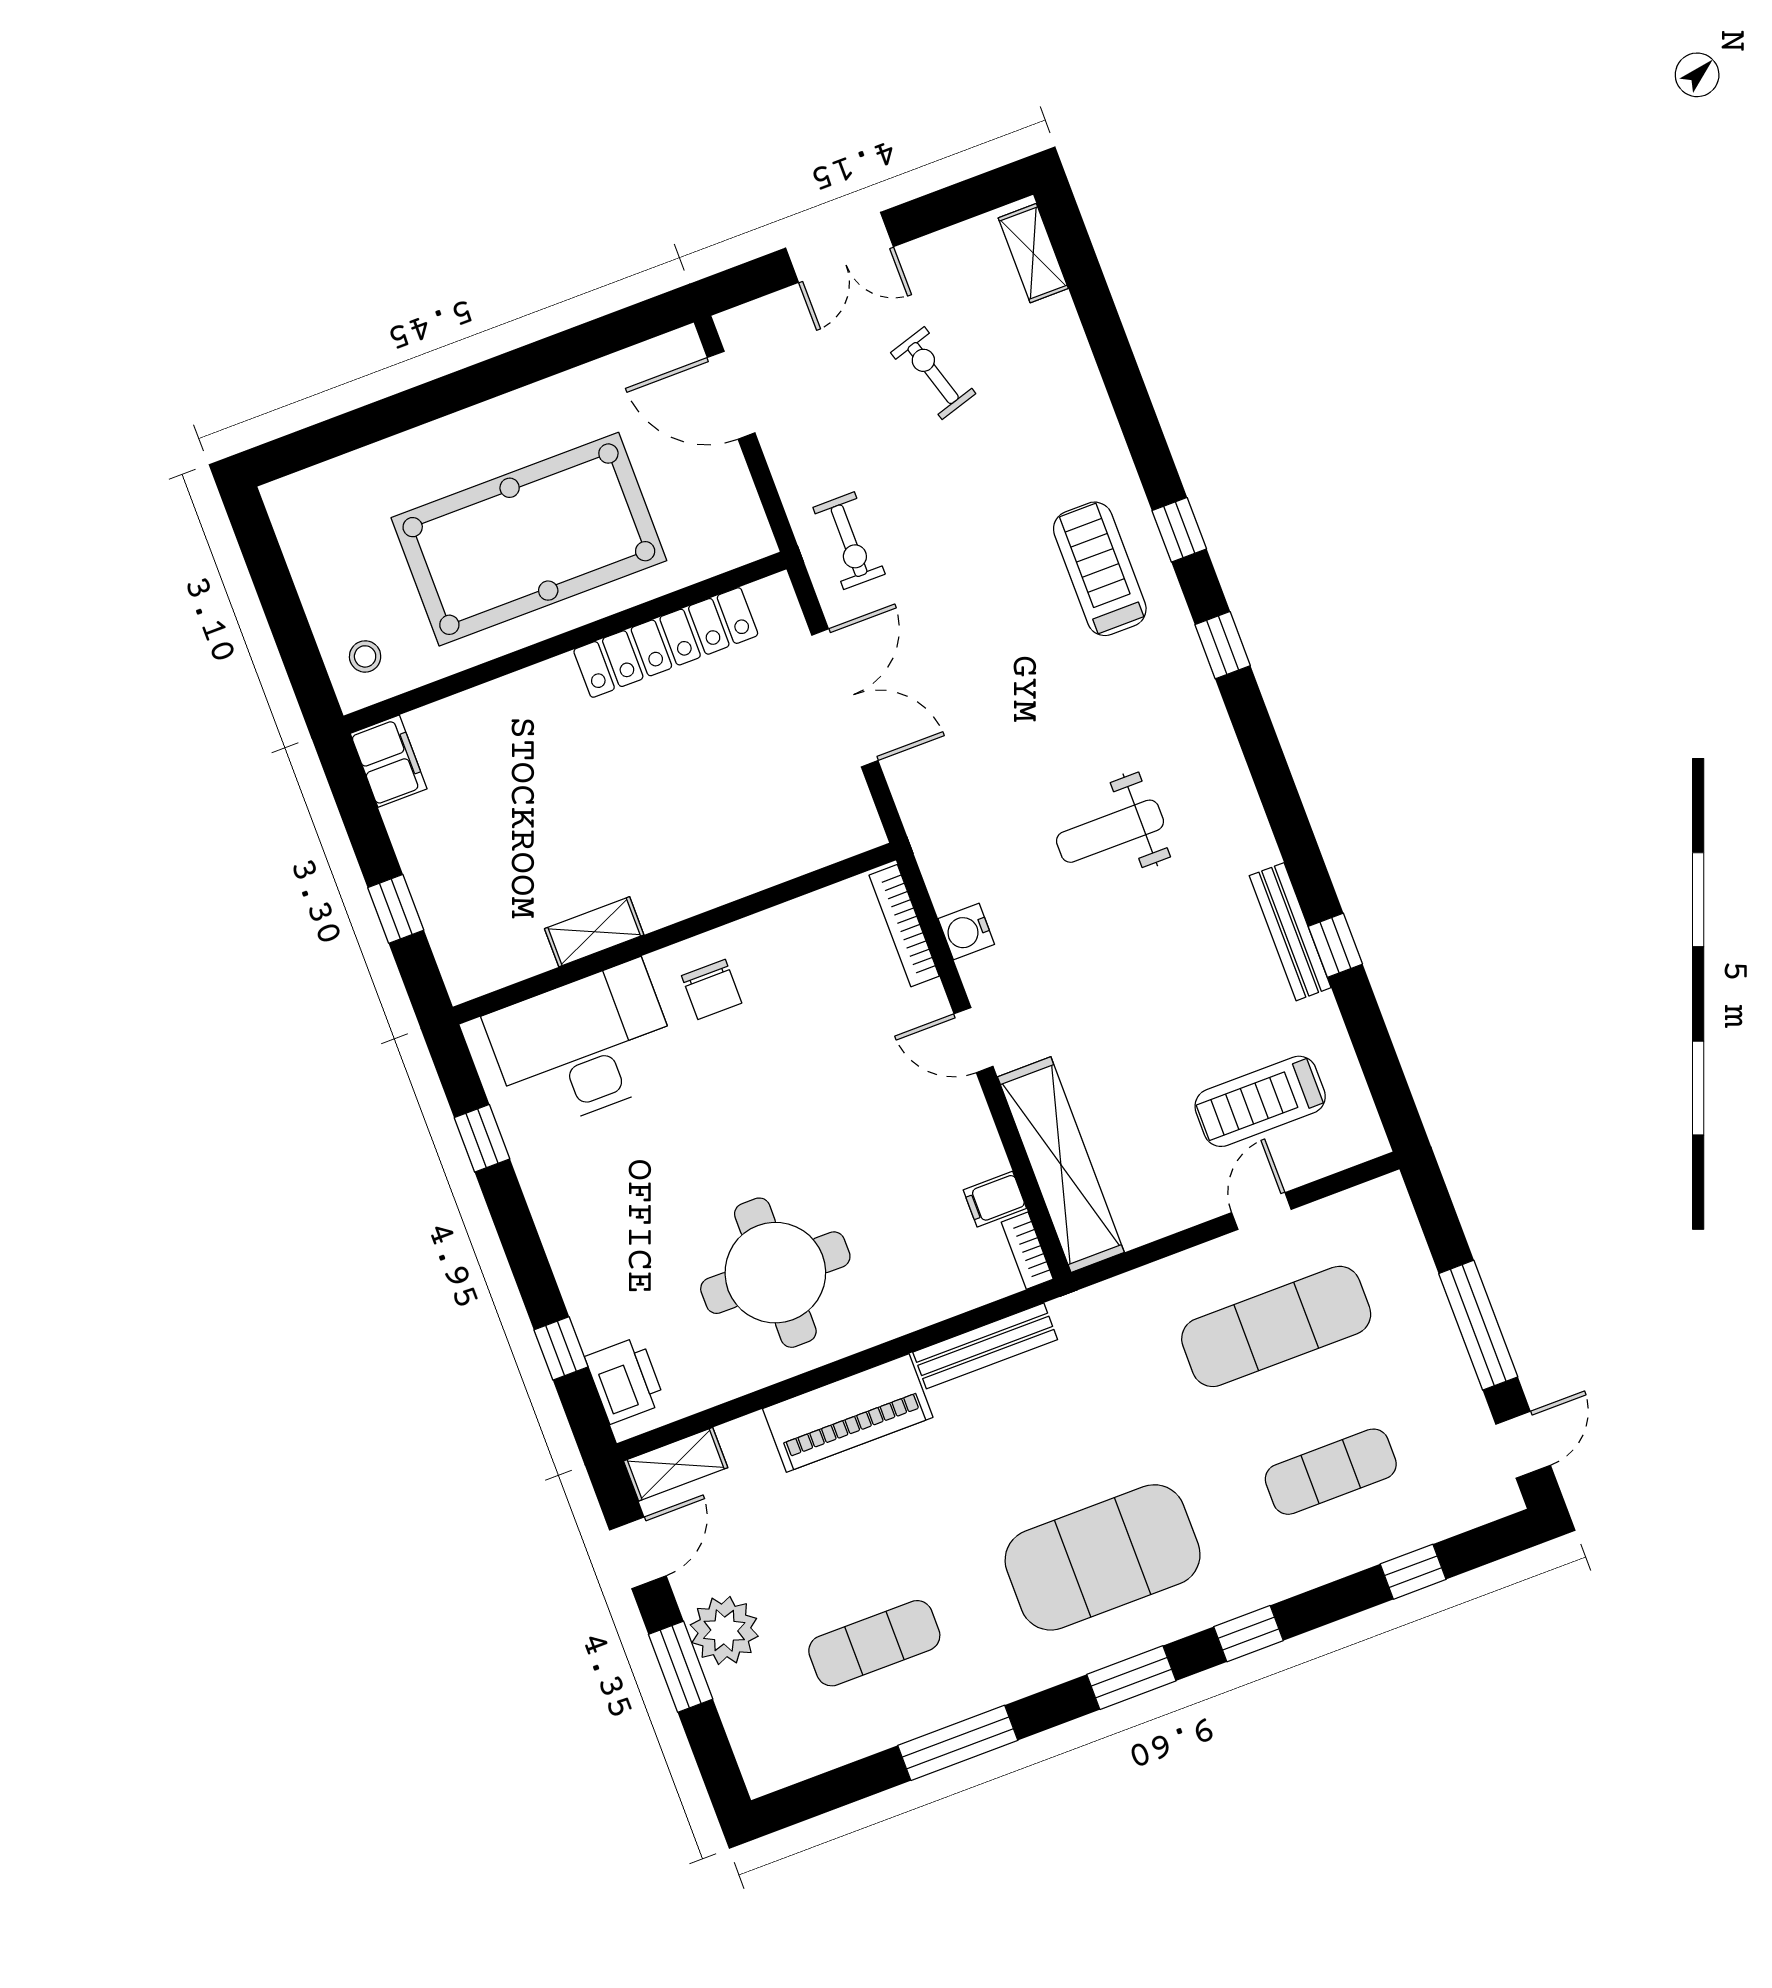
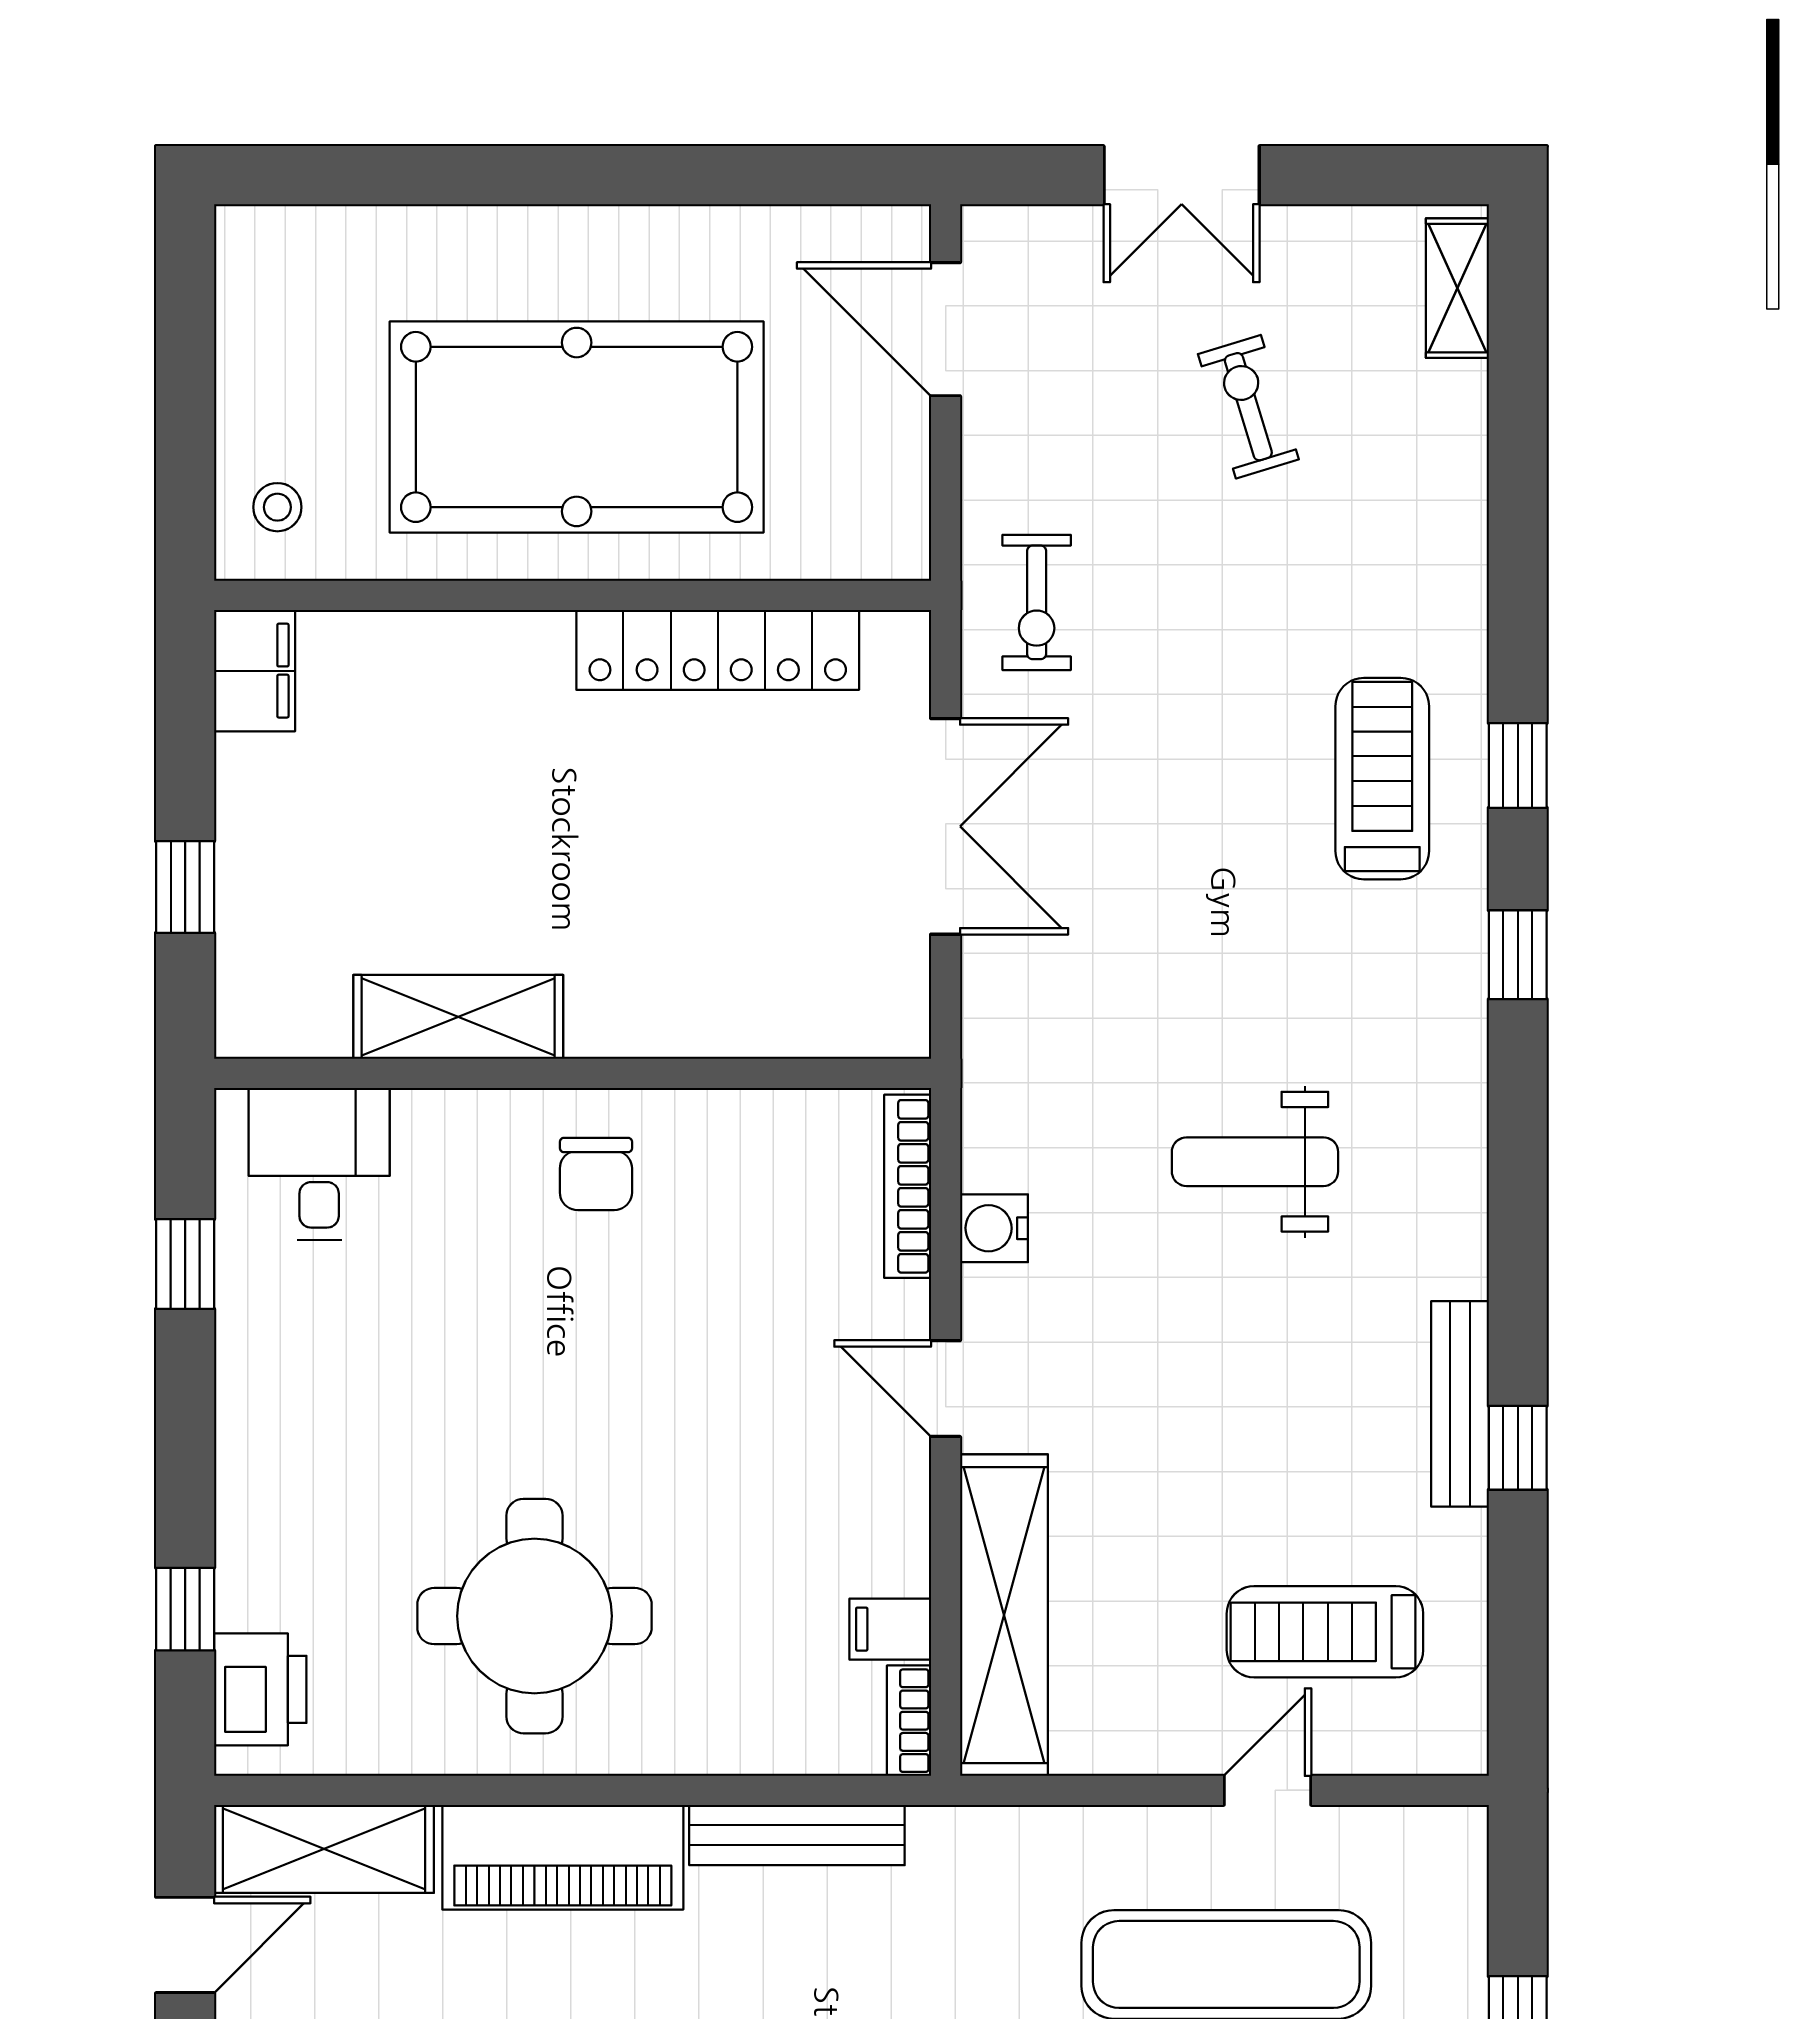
shelving: (594, 932) -> (458, 1017), width x1.50, depth x1.33
desk: (583, 1046) -> (319, 1164), width x0.53, depth x0.77
shelving: (676, 1464) -> (324, 1849), width x1.50, depth x1.33

